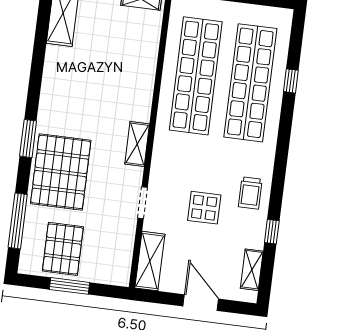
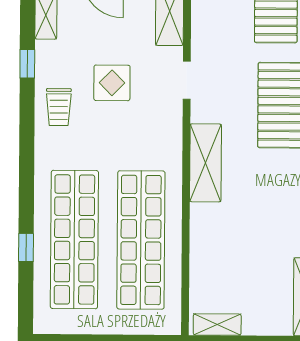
shelving: (137, 144) -> (205, 163), width x1.50, depth x1.33
trolley: (250, 193) -> (59, 107), turned 180

